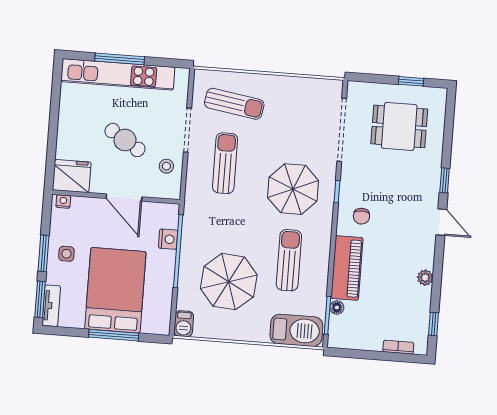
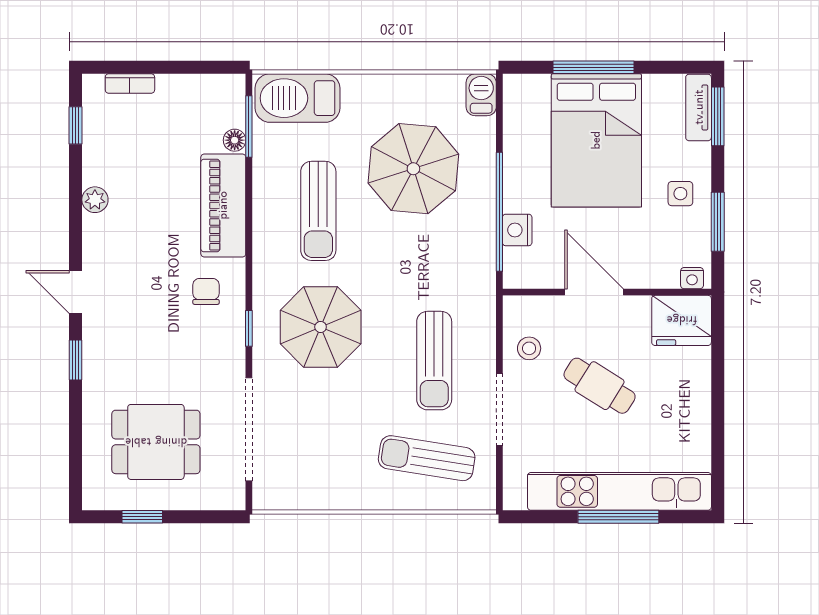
window: (43, 253) -> (718, 222), moved

